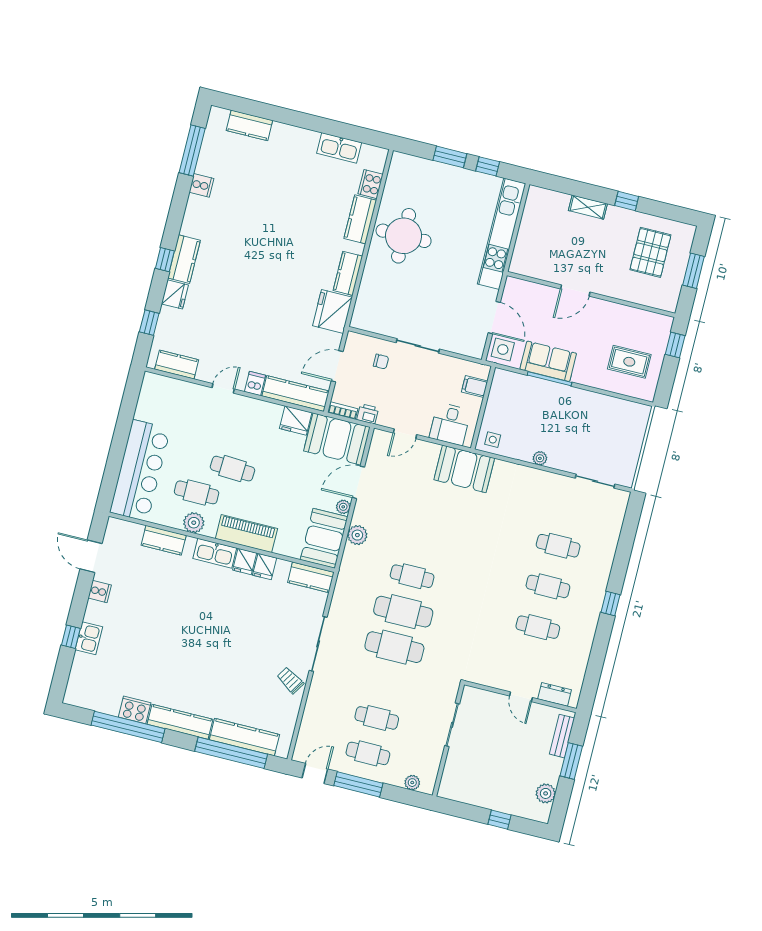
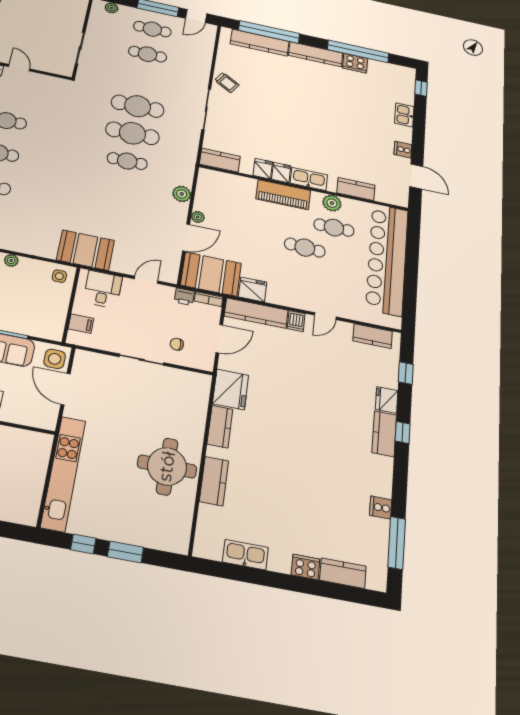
cooker: (371, 184) -> (306, 567), moved, turned -90
bar counter: (140, 470) -> (387, 259), width x1.36
booth: (324, 538) -> (212, 191), removed
window: (71, 637) -> (421, 88), moved

